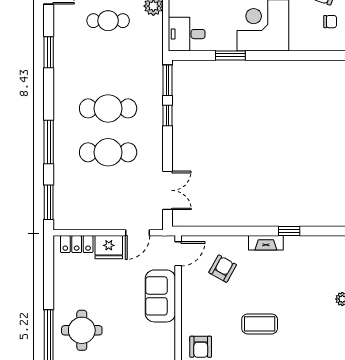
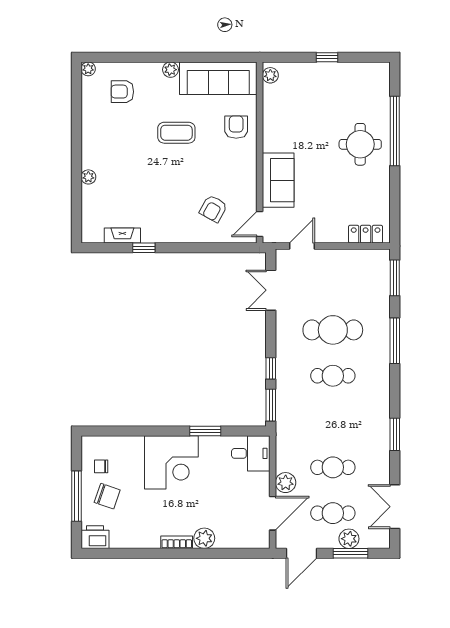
cafe table: (108, 108) -> (333, 376), width x0.73, depth x0.74
fireplace: (266, 243) -> (122, 236), moved
fridge: (109, 247) -> (332, 231), removed
coffee table: (260, 324) -> (176, 133), moved

